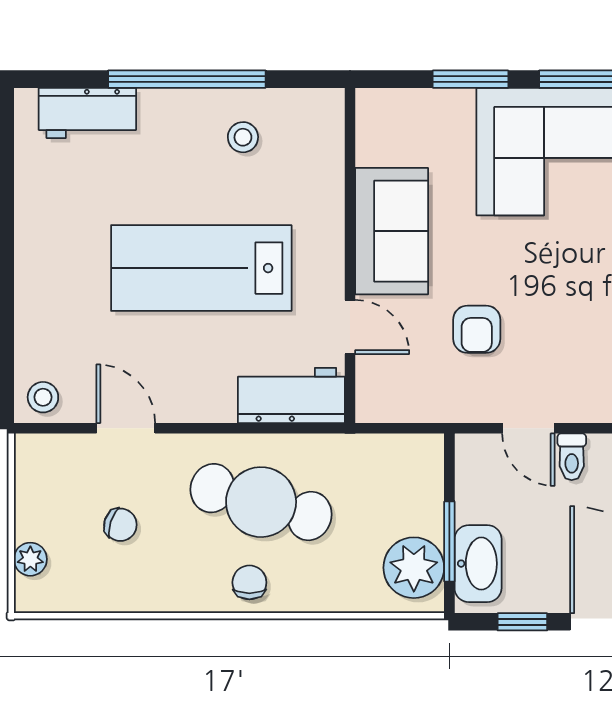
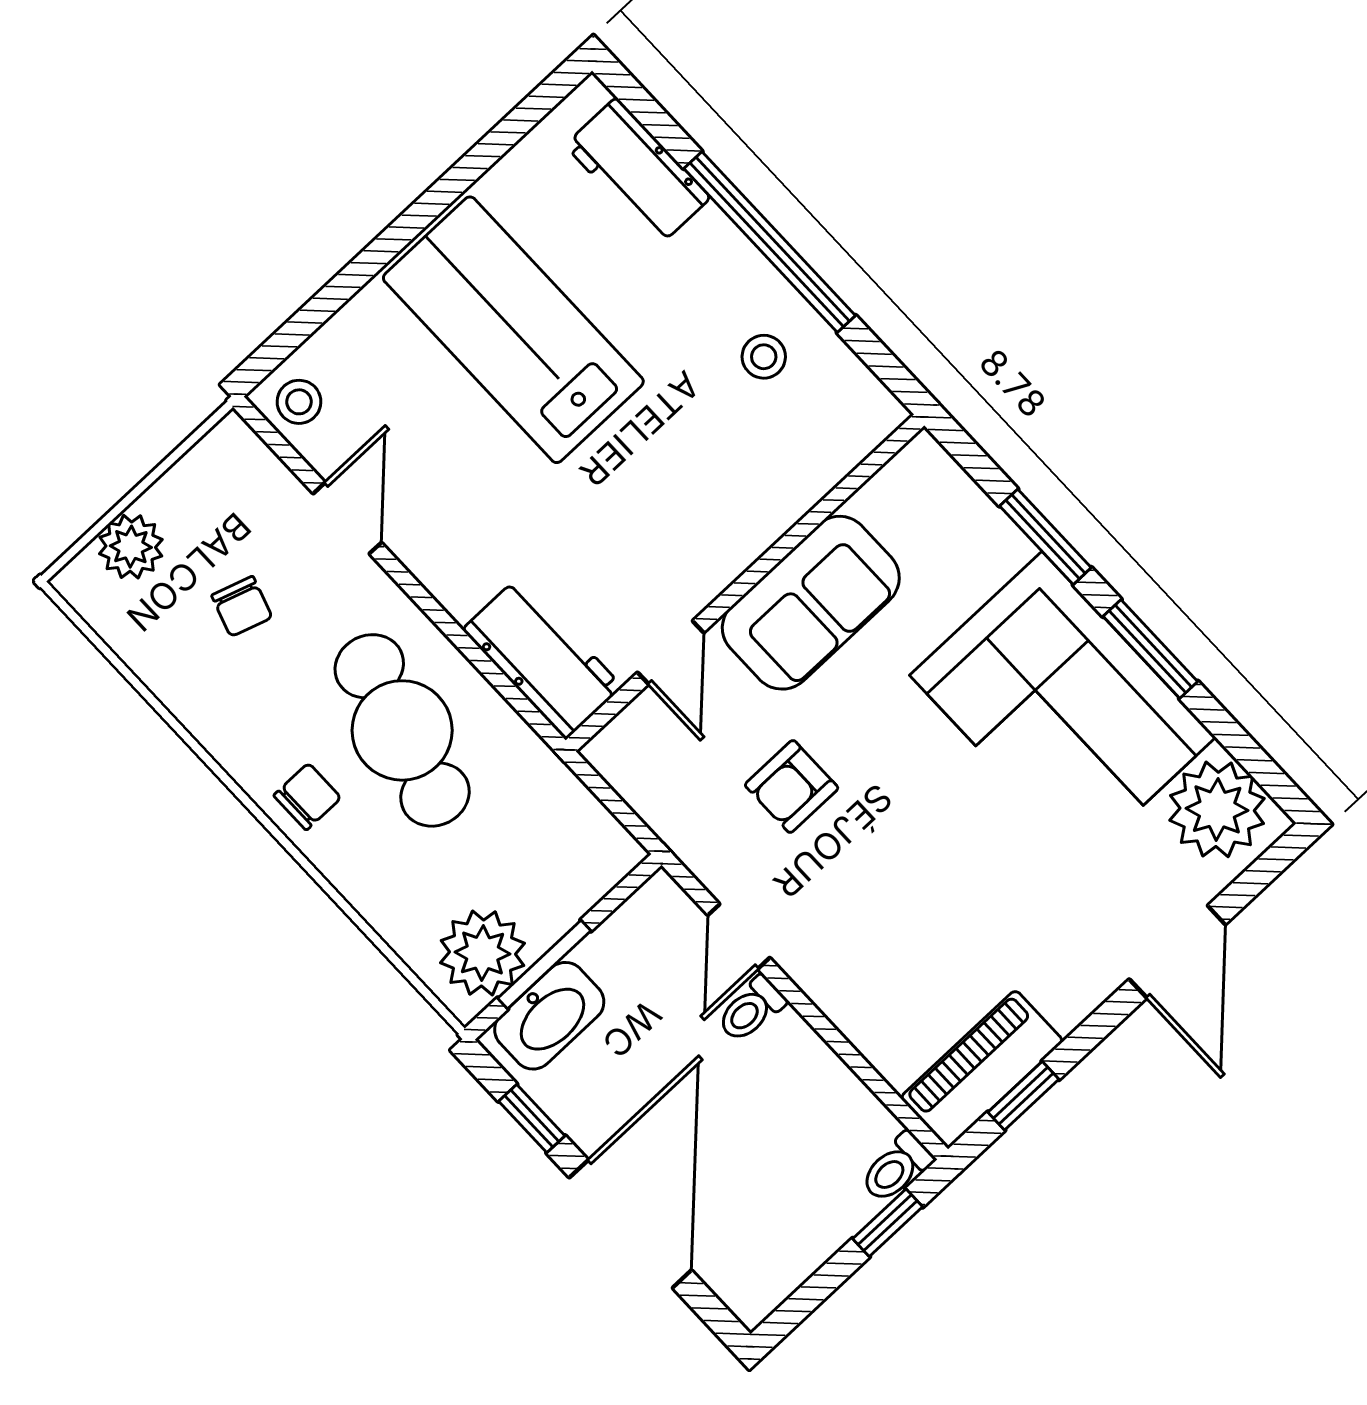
lab bench: (201, 268) -> (513, 330), moved
plant: (30, 559) -> (131, 547), width x1.38, depth x1.38

